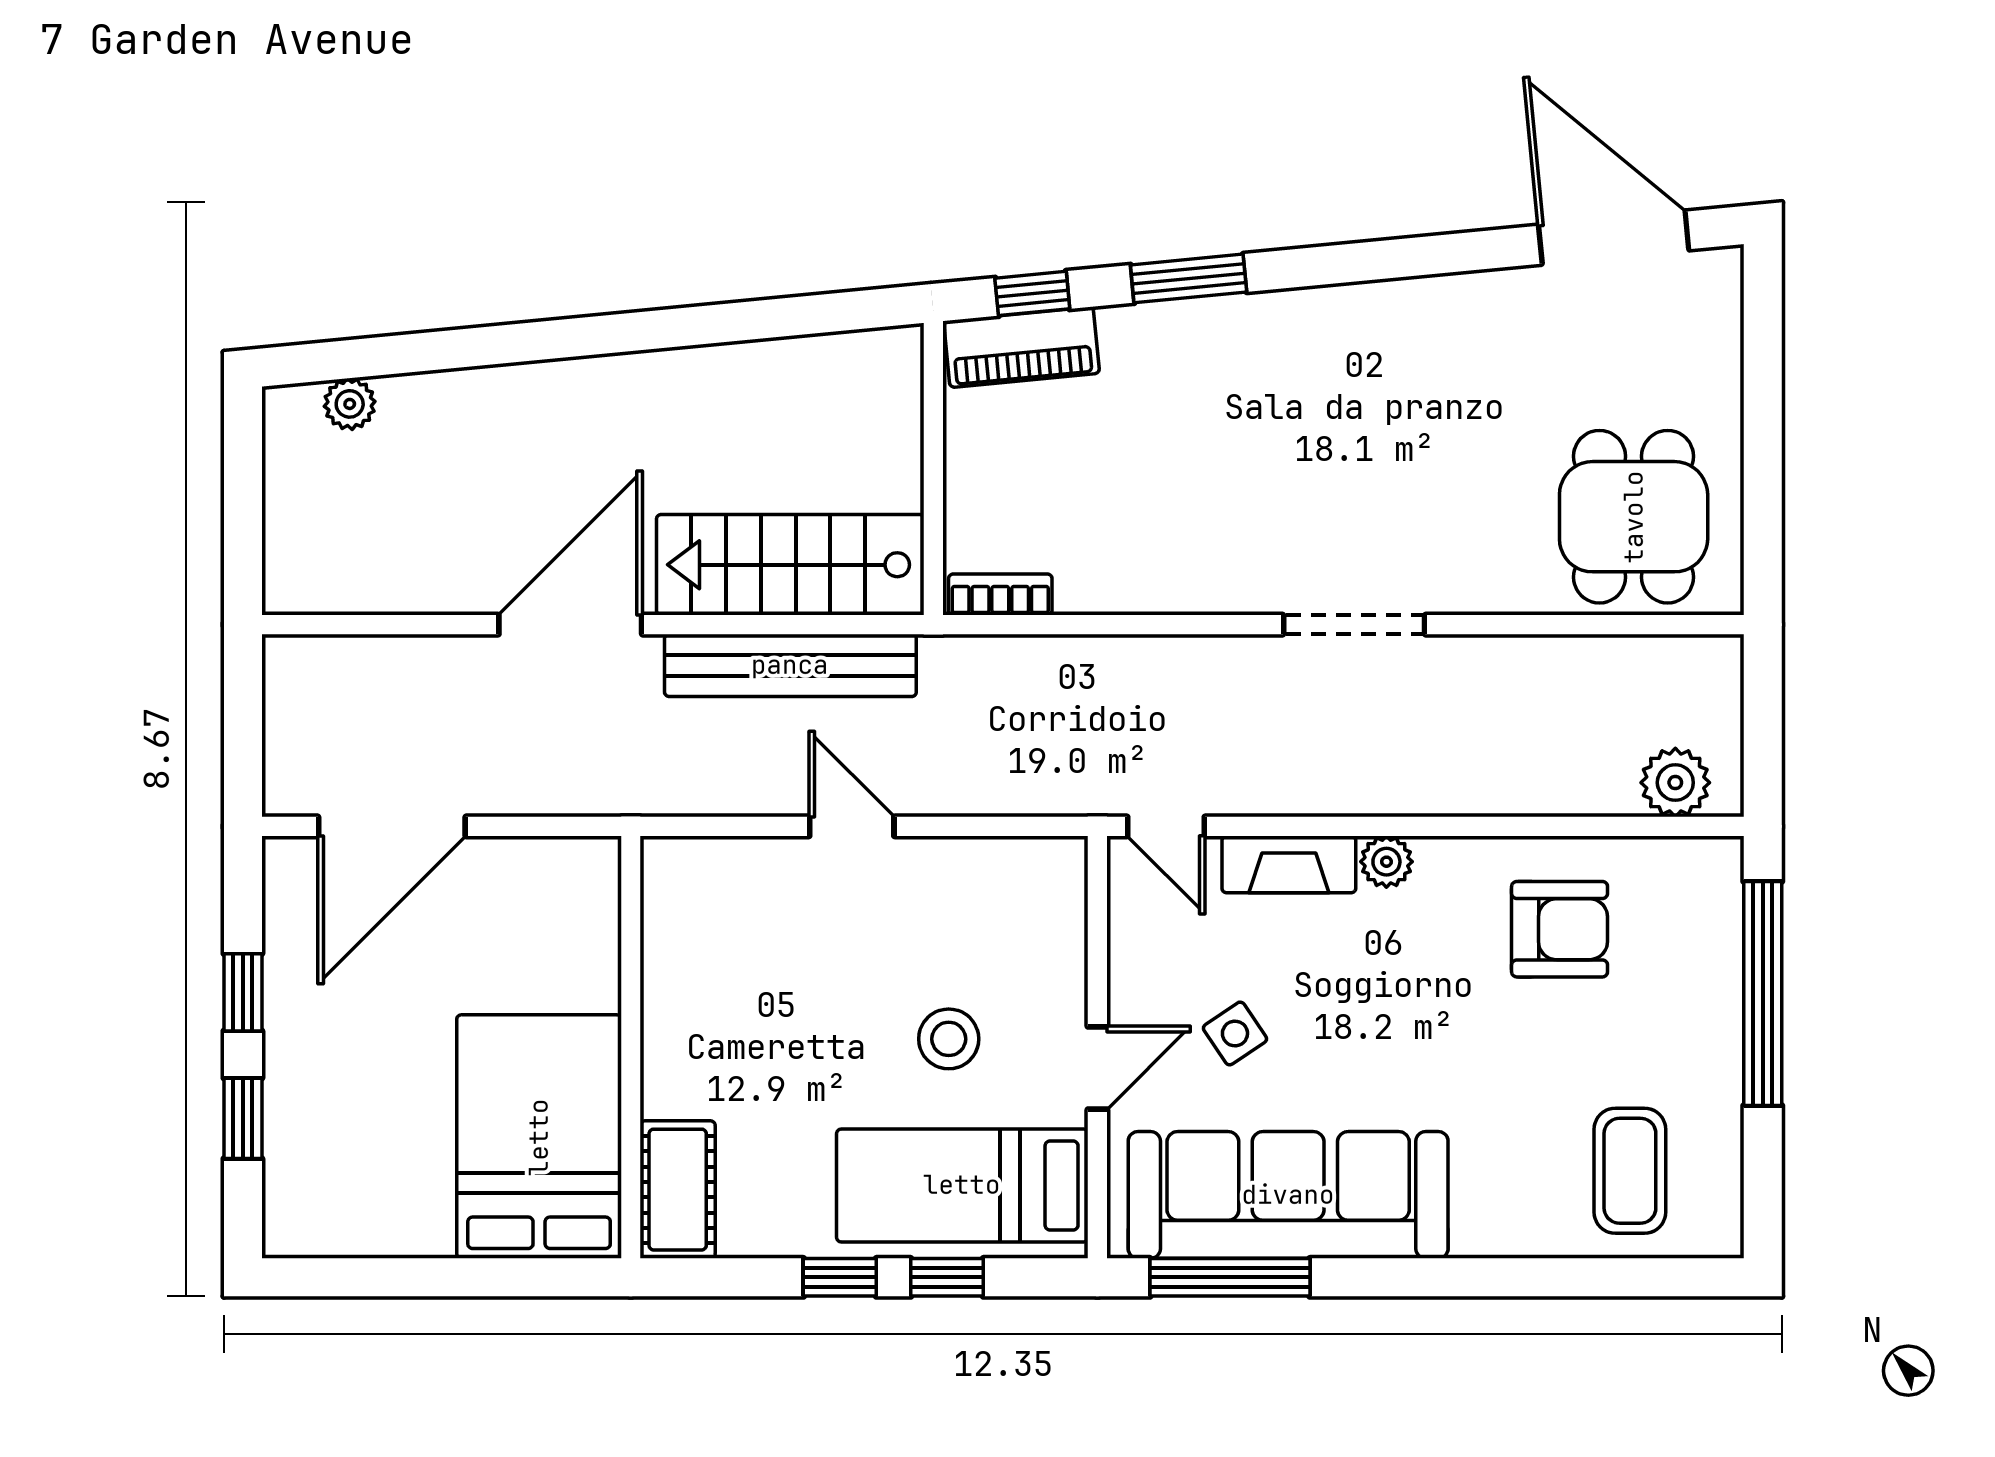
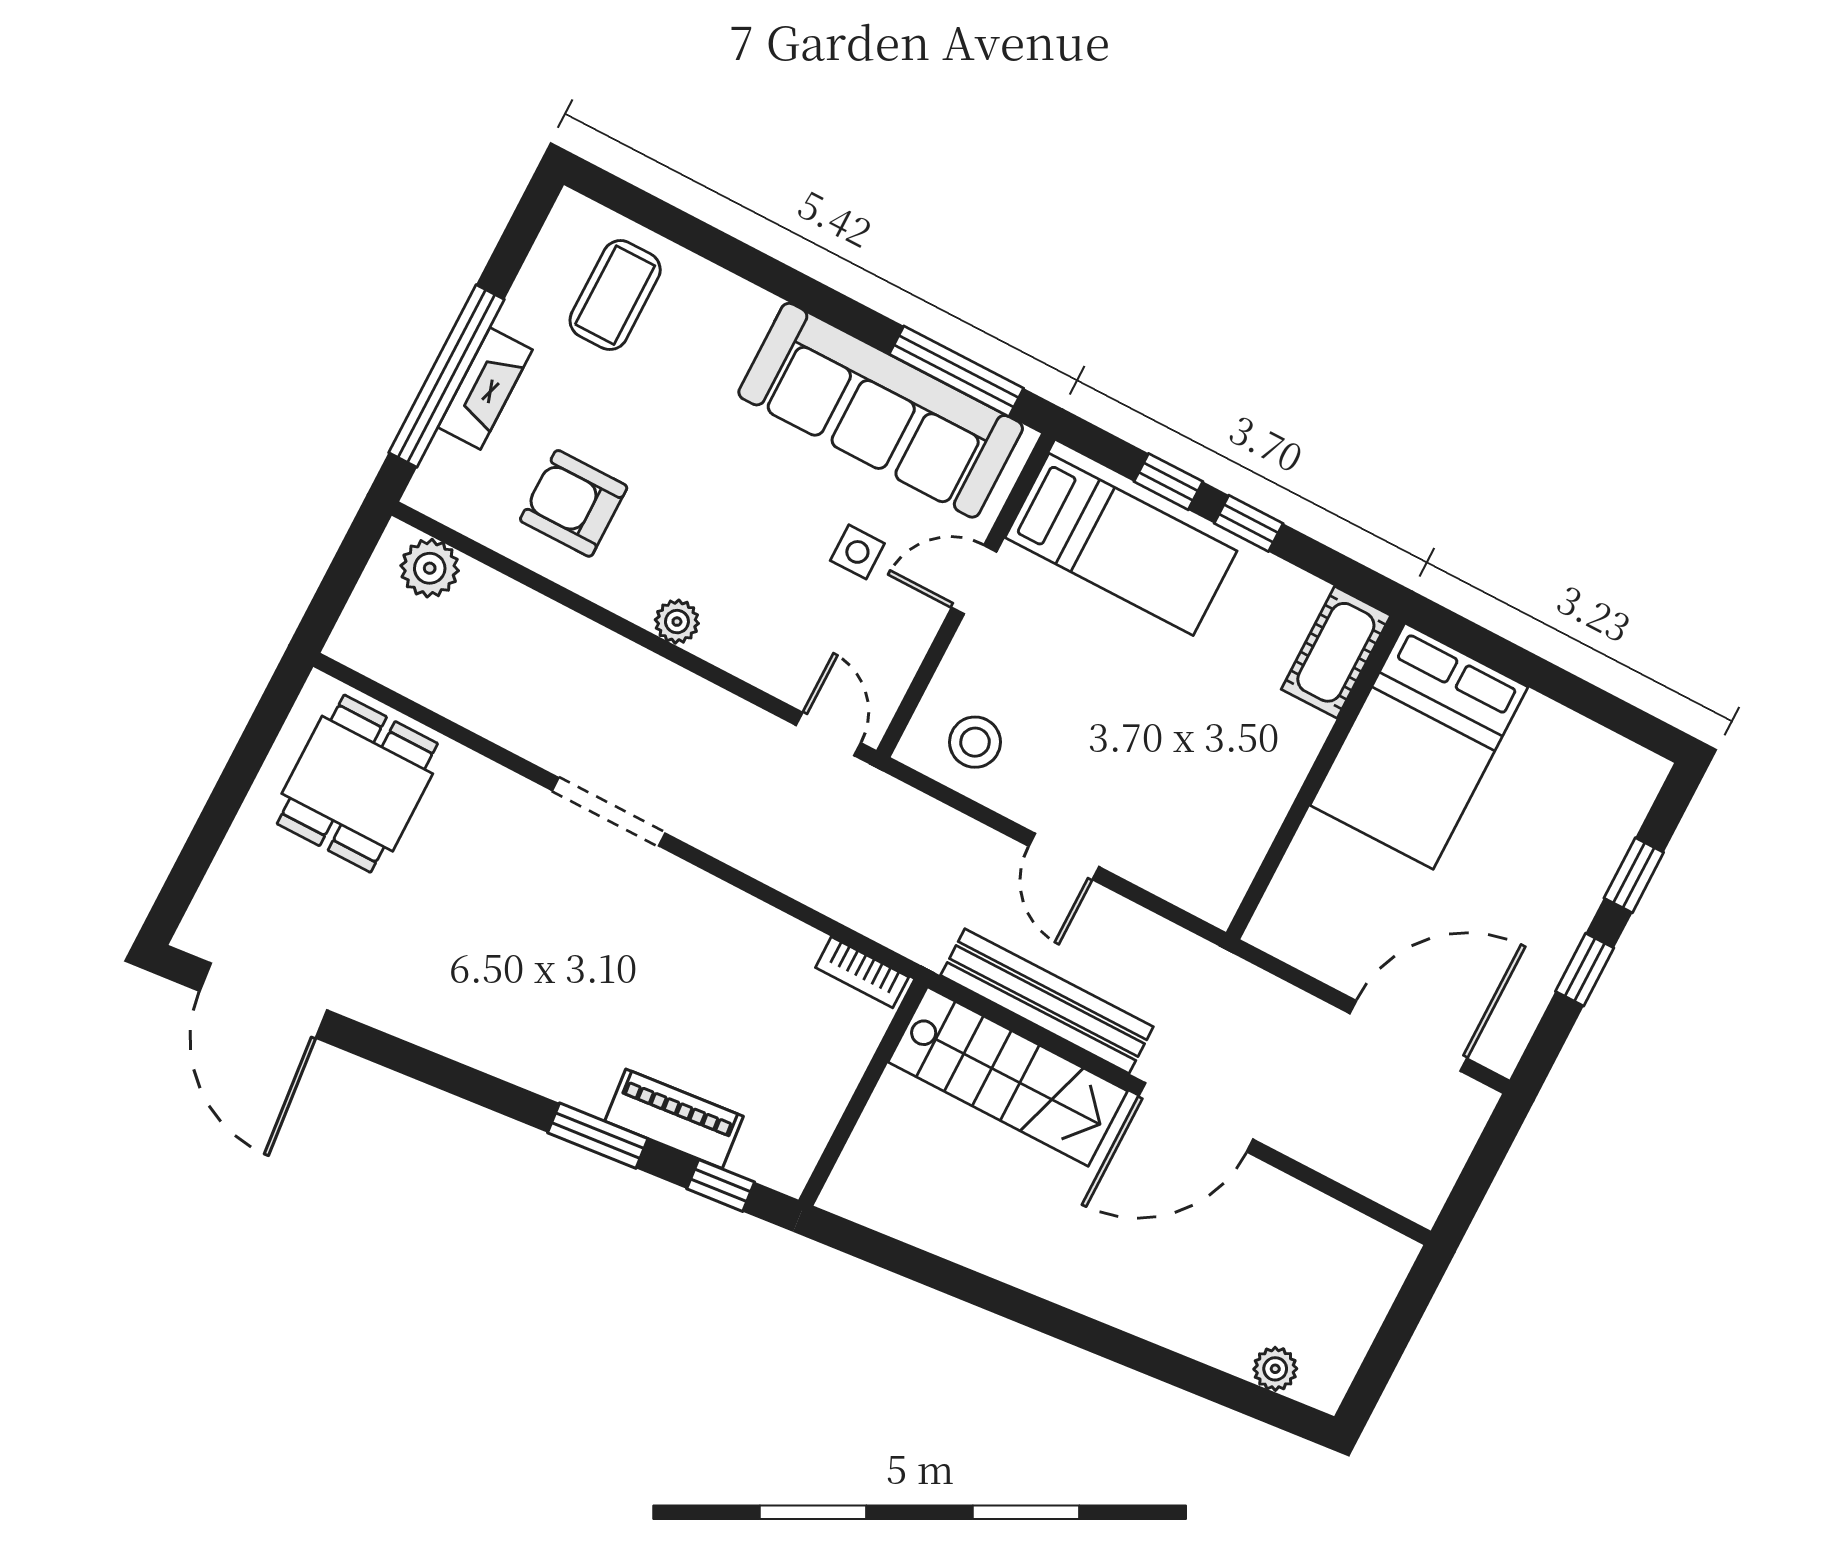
piano: (1022, 347) -> (674, 1119), moved
fireplace: (1289, 864) -> (485, 389), moved, turned 90
side table: (1235, 1033) -> (857, 552), turned 34
stool: (949, 1039) -> (975, 742), moved

